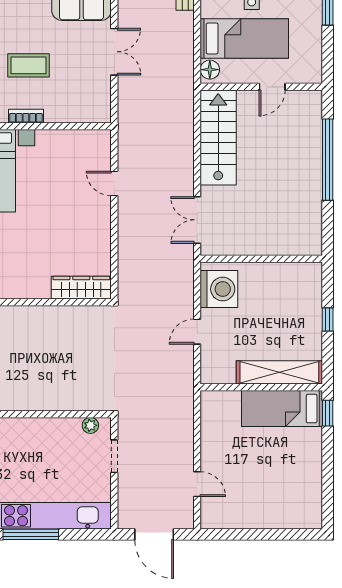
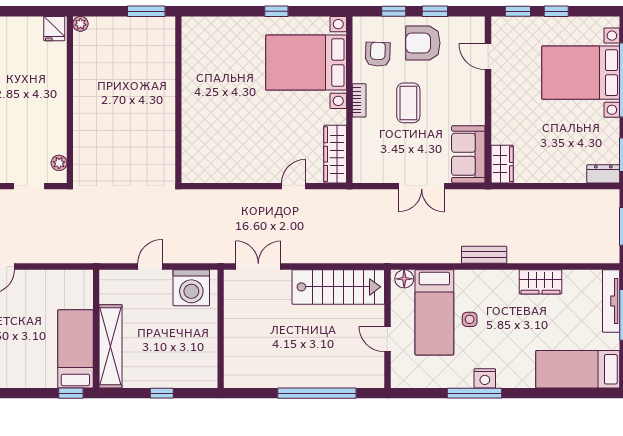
wardrobe: (81, 288) -> (335, 154), moved, turned 180
door: (197, 332) -> (150, 267), hinge flipped

